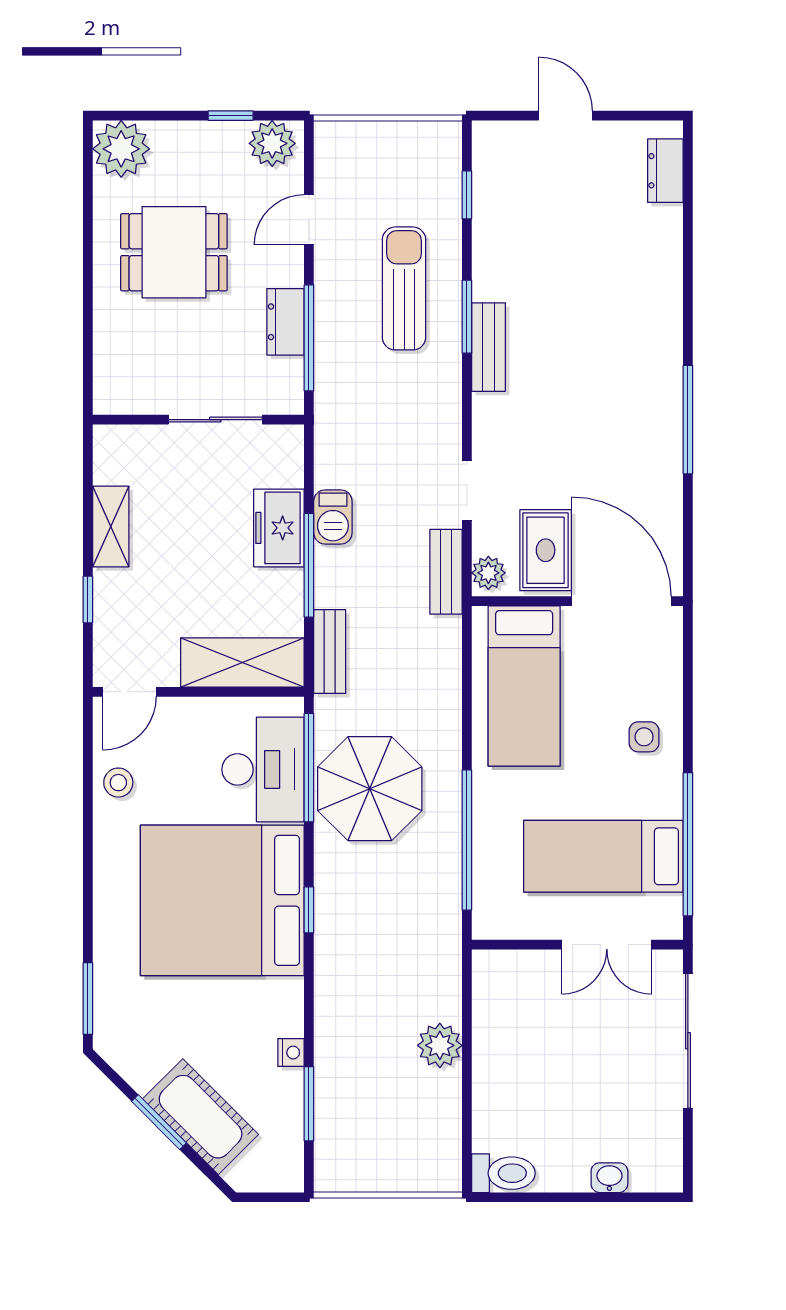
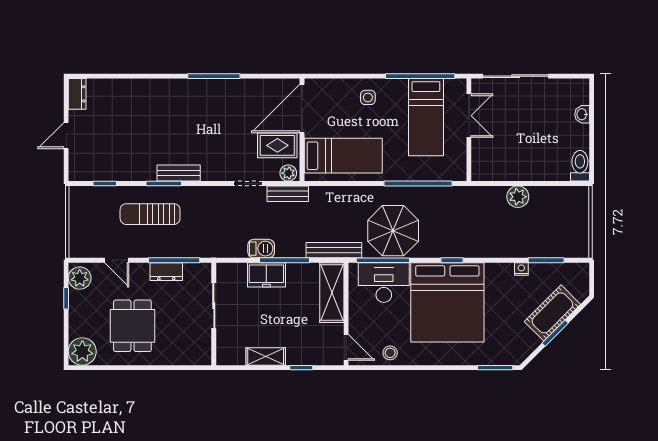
dresser: (665, 171) -> (77, 94), moved, turned -90
bench: (330, 652) -> (334, 250), width x1.36

